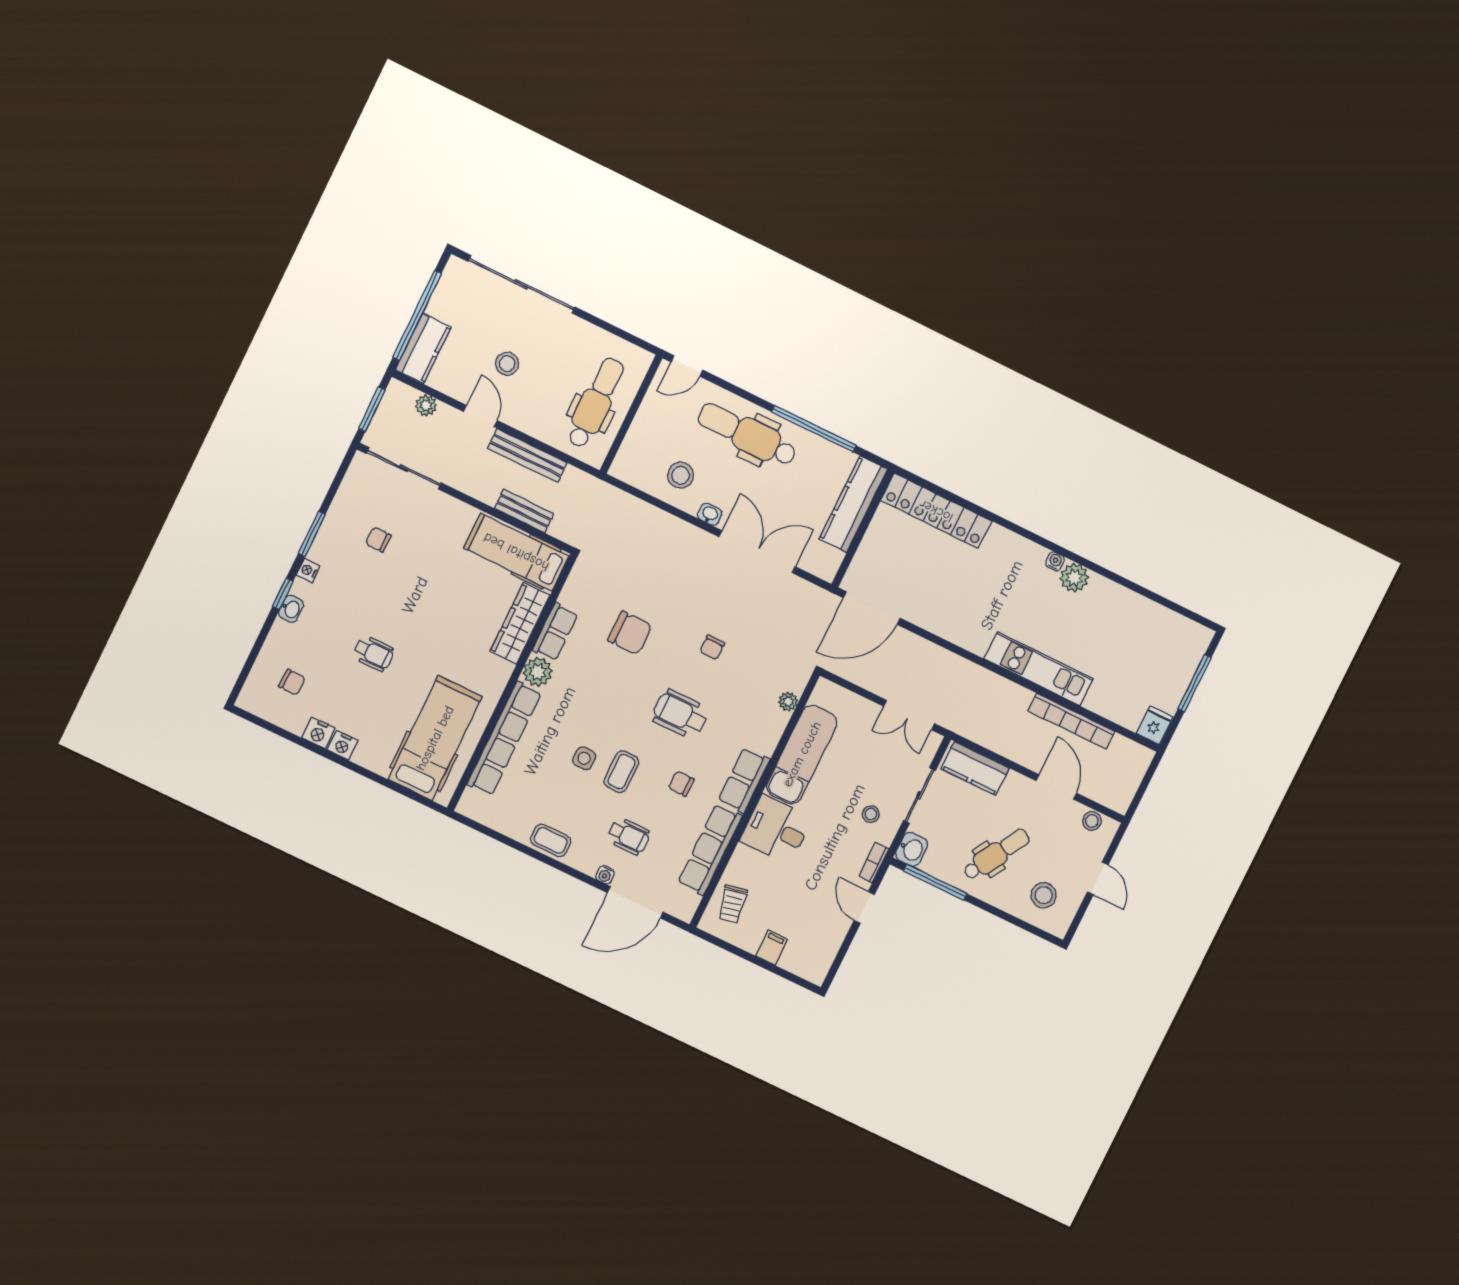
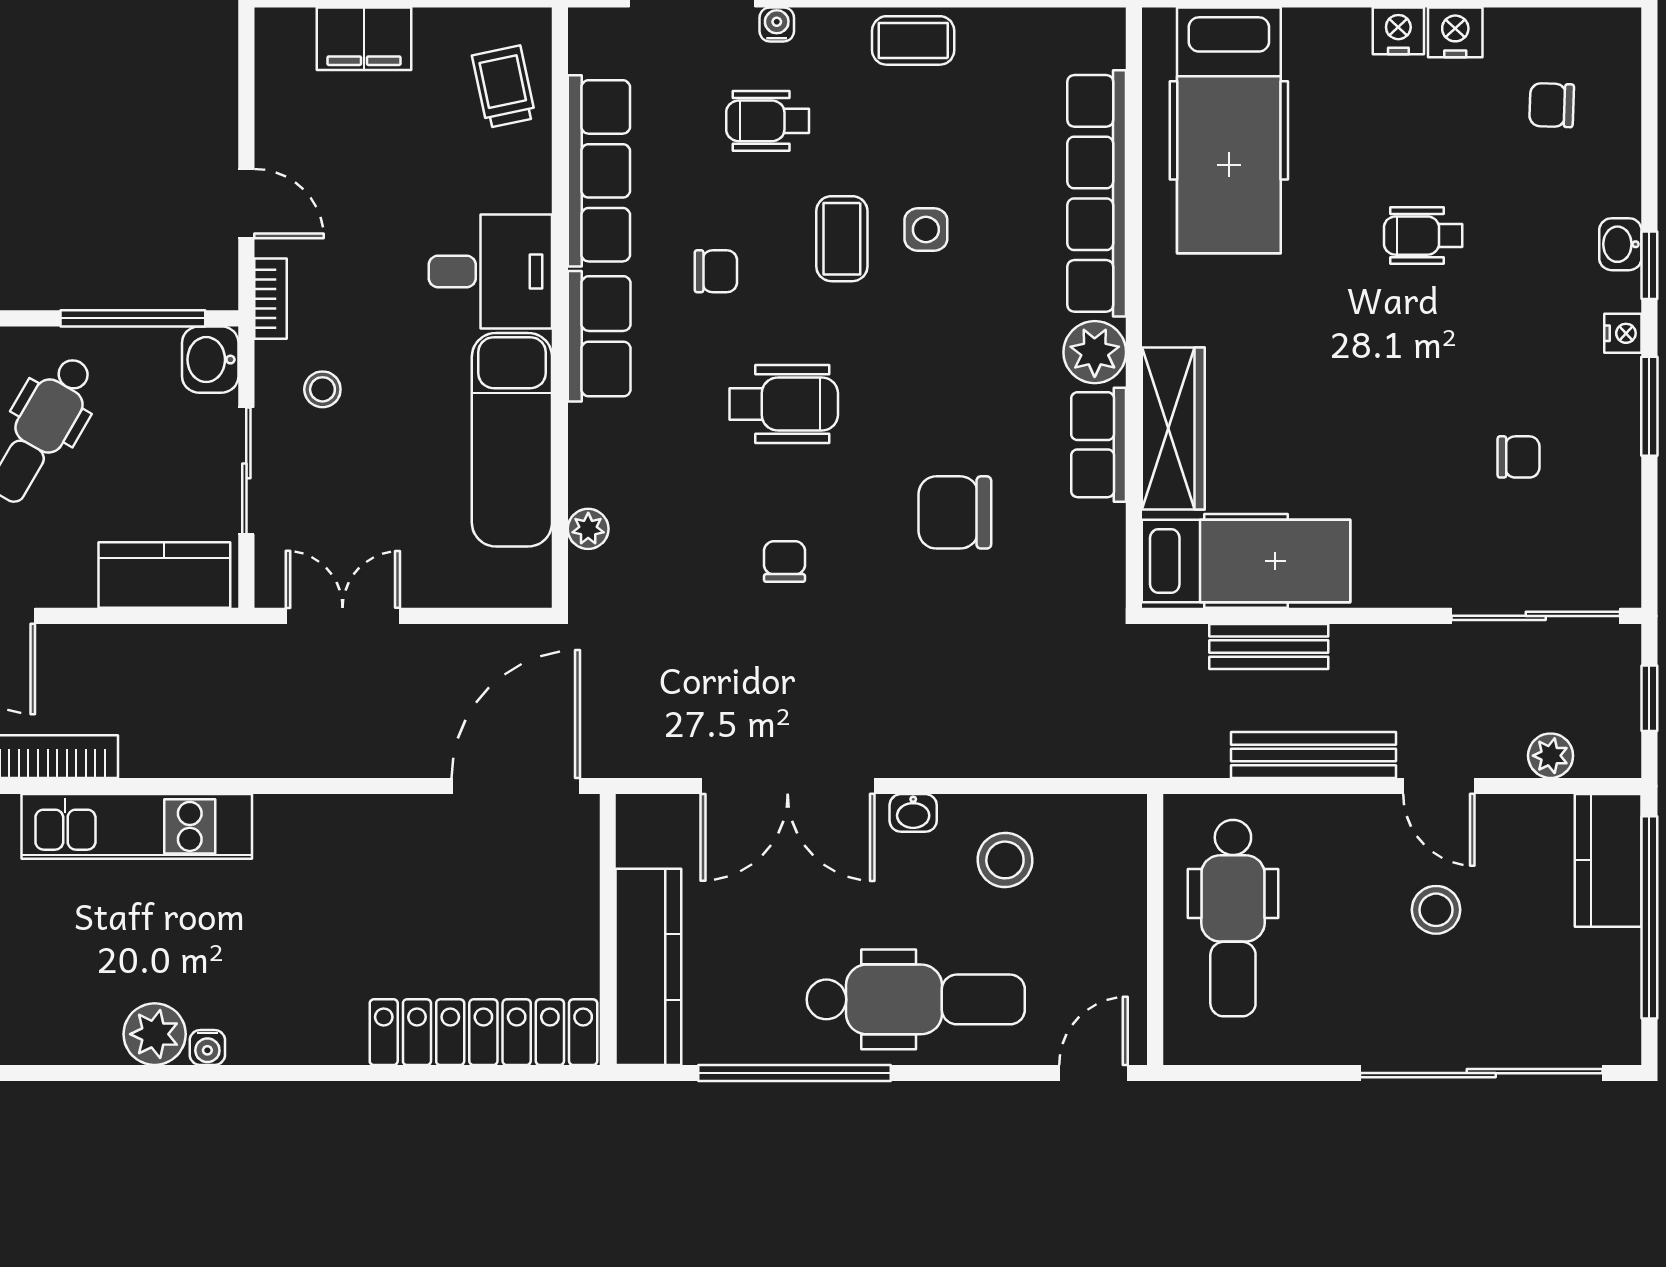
window: (372, 409) -> (1649, 698), width x0.67
filing cabinet: (771, 948) -> (364, 39), width x2.00

